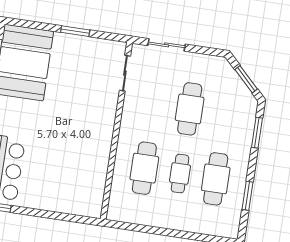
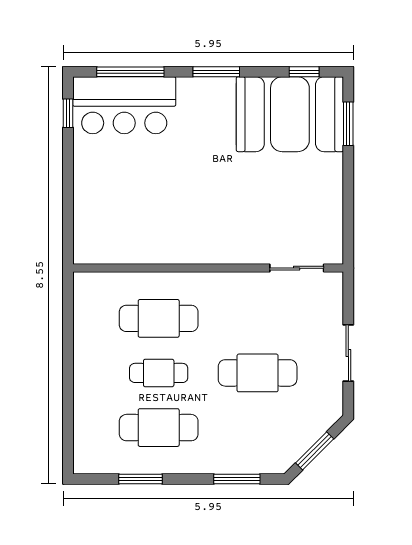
window: (75, 31) -> (348, 124), moved
sliding door: (167, 45) -> (348, 353), moved

